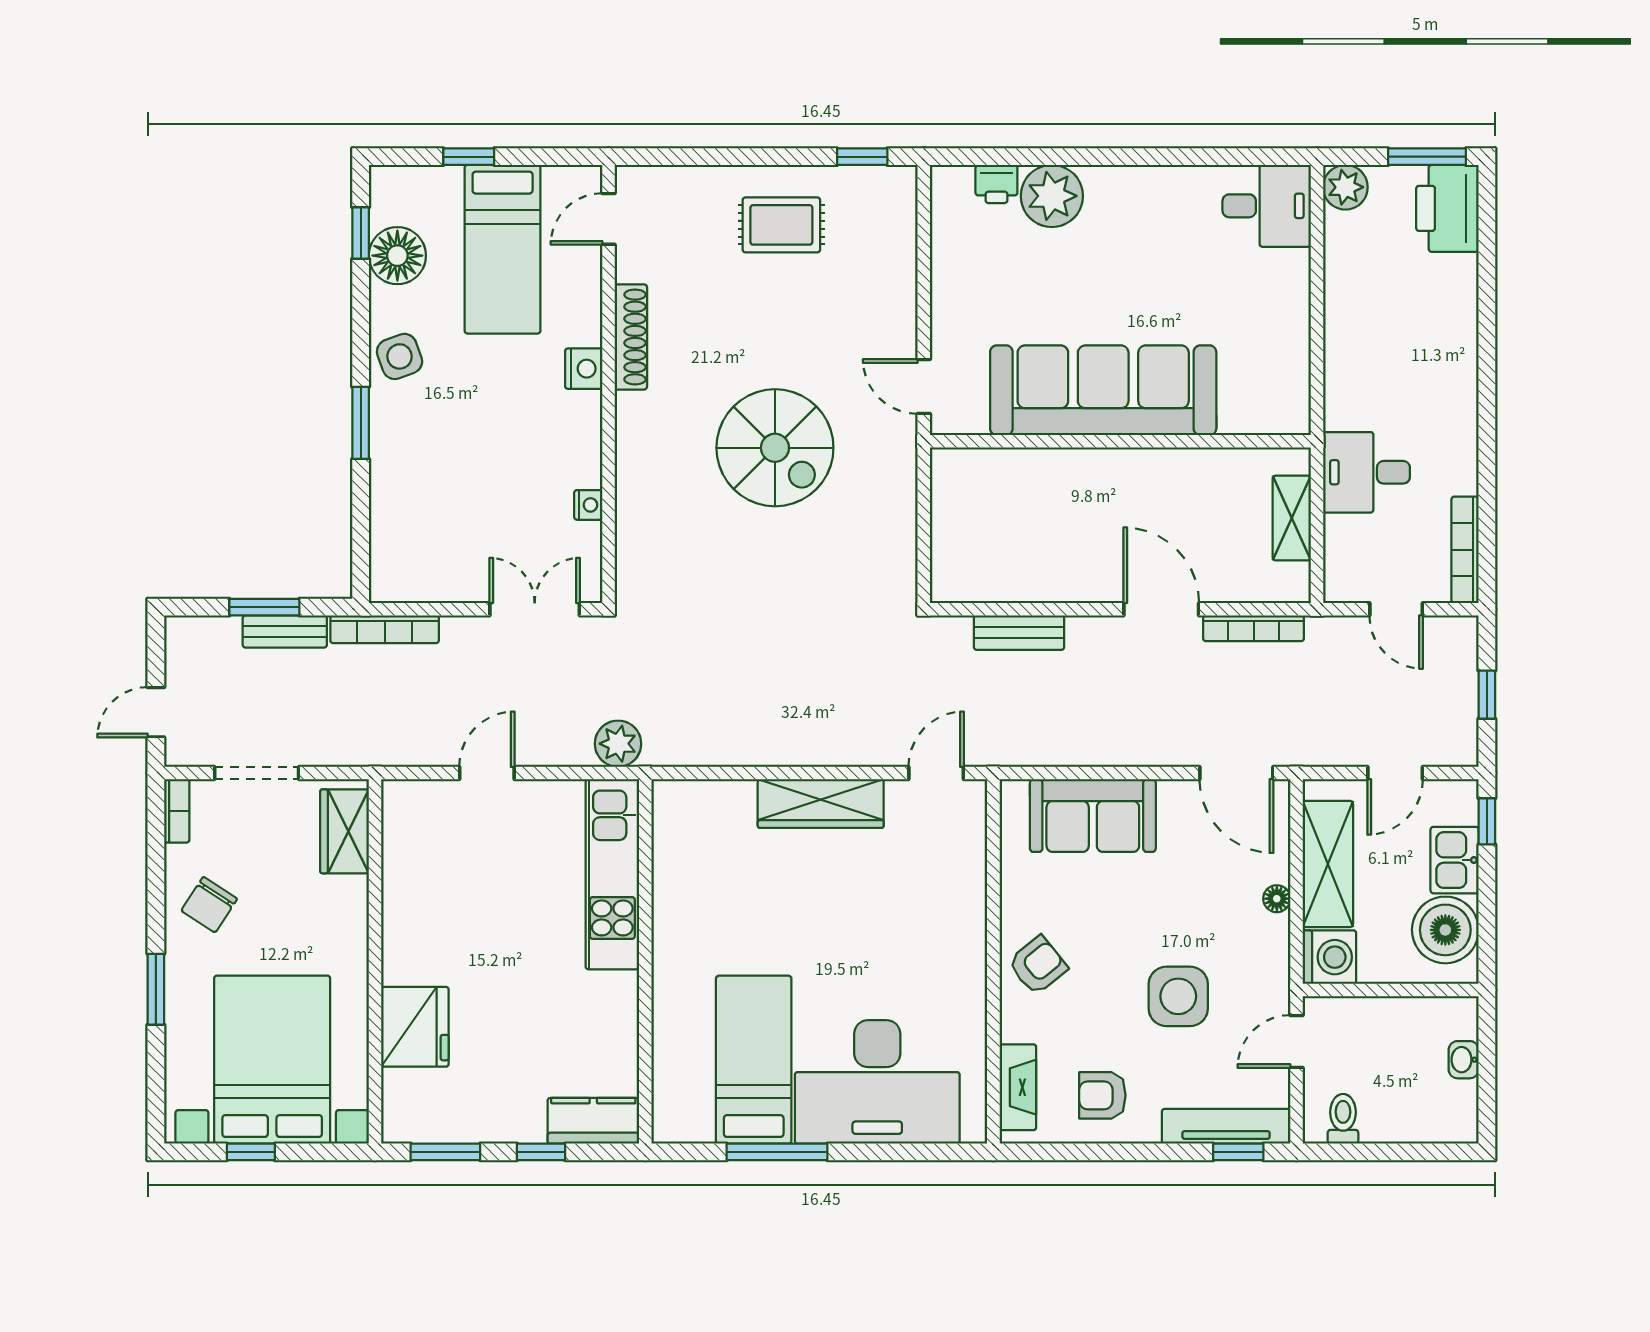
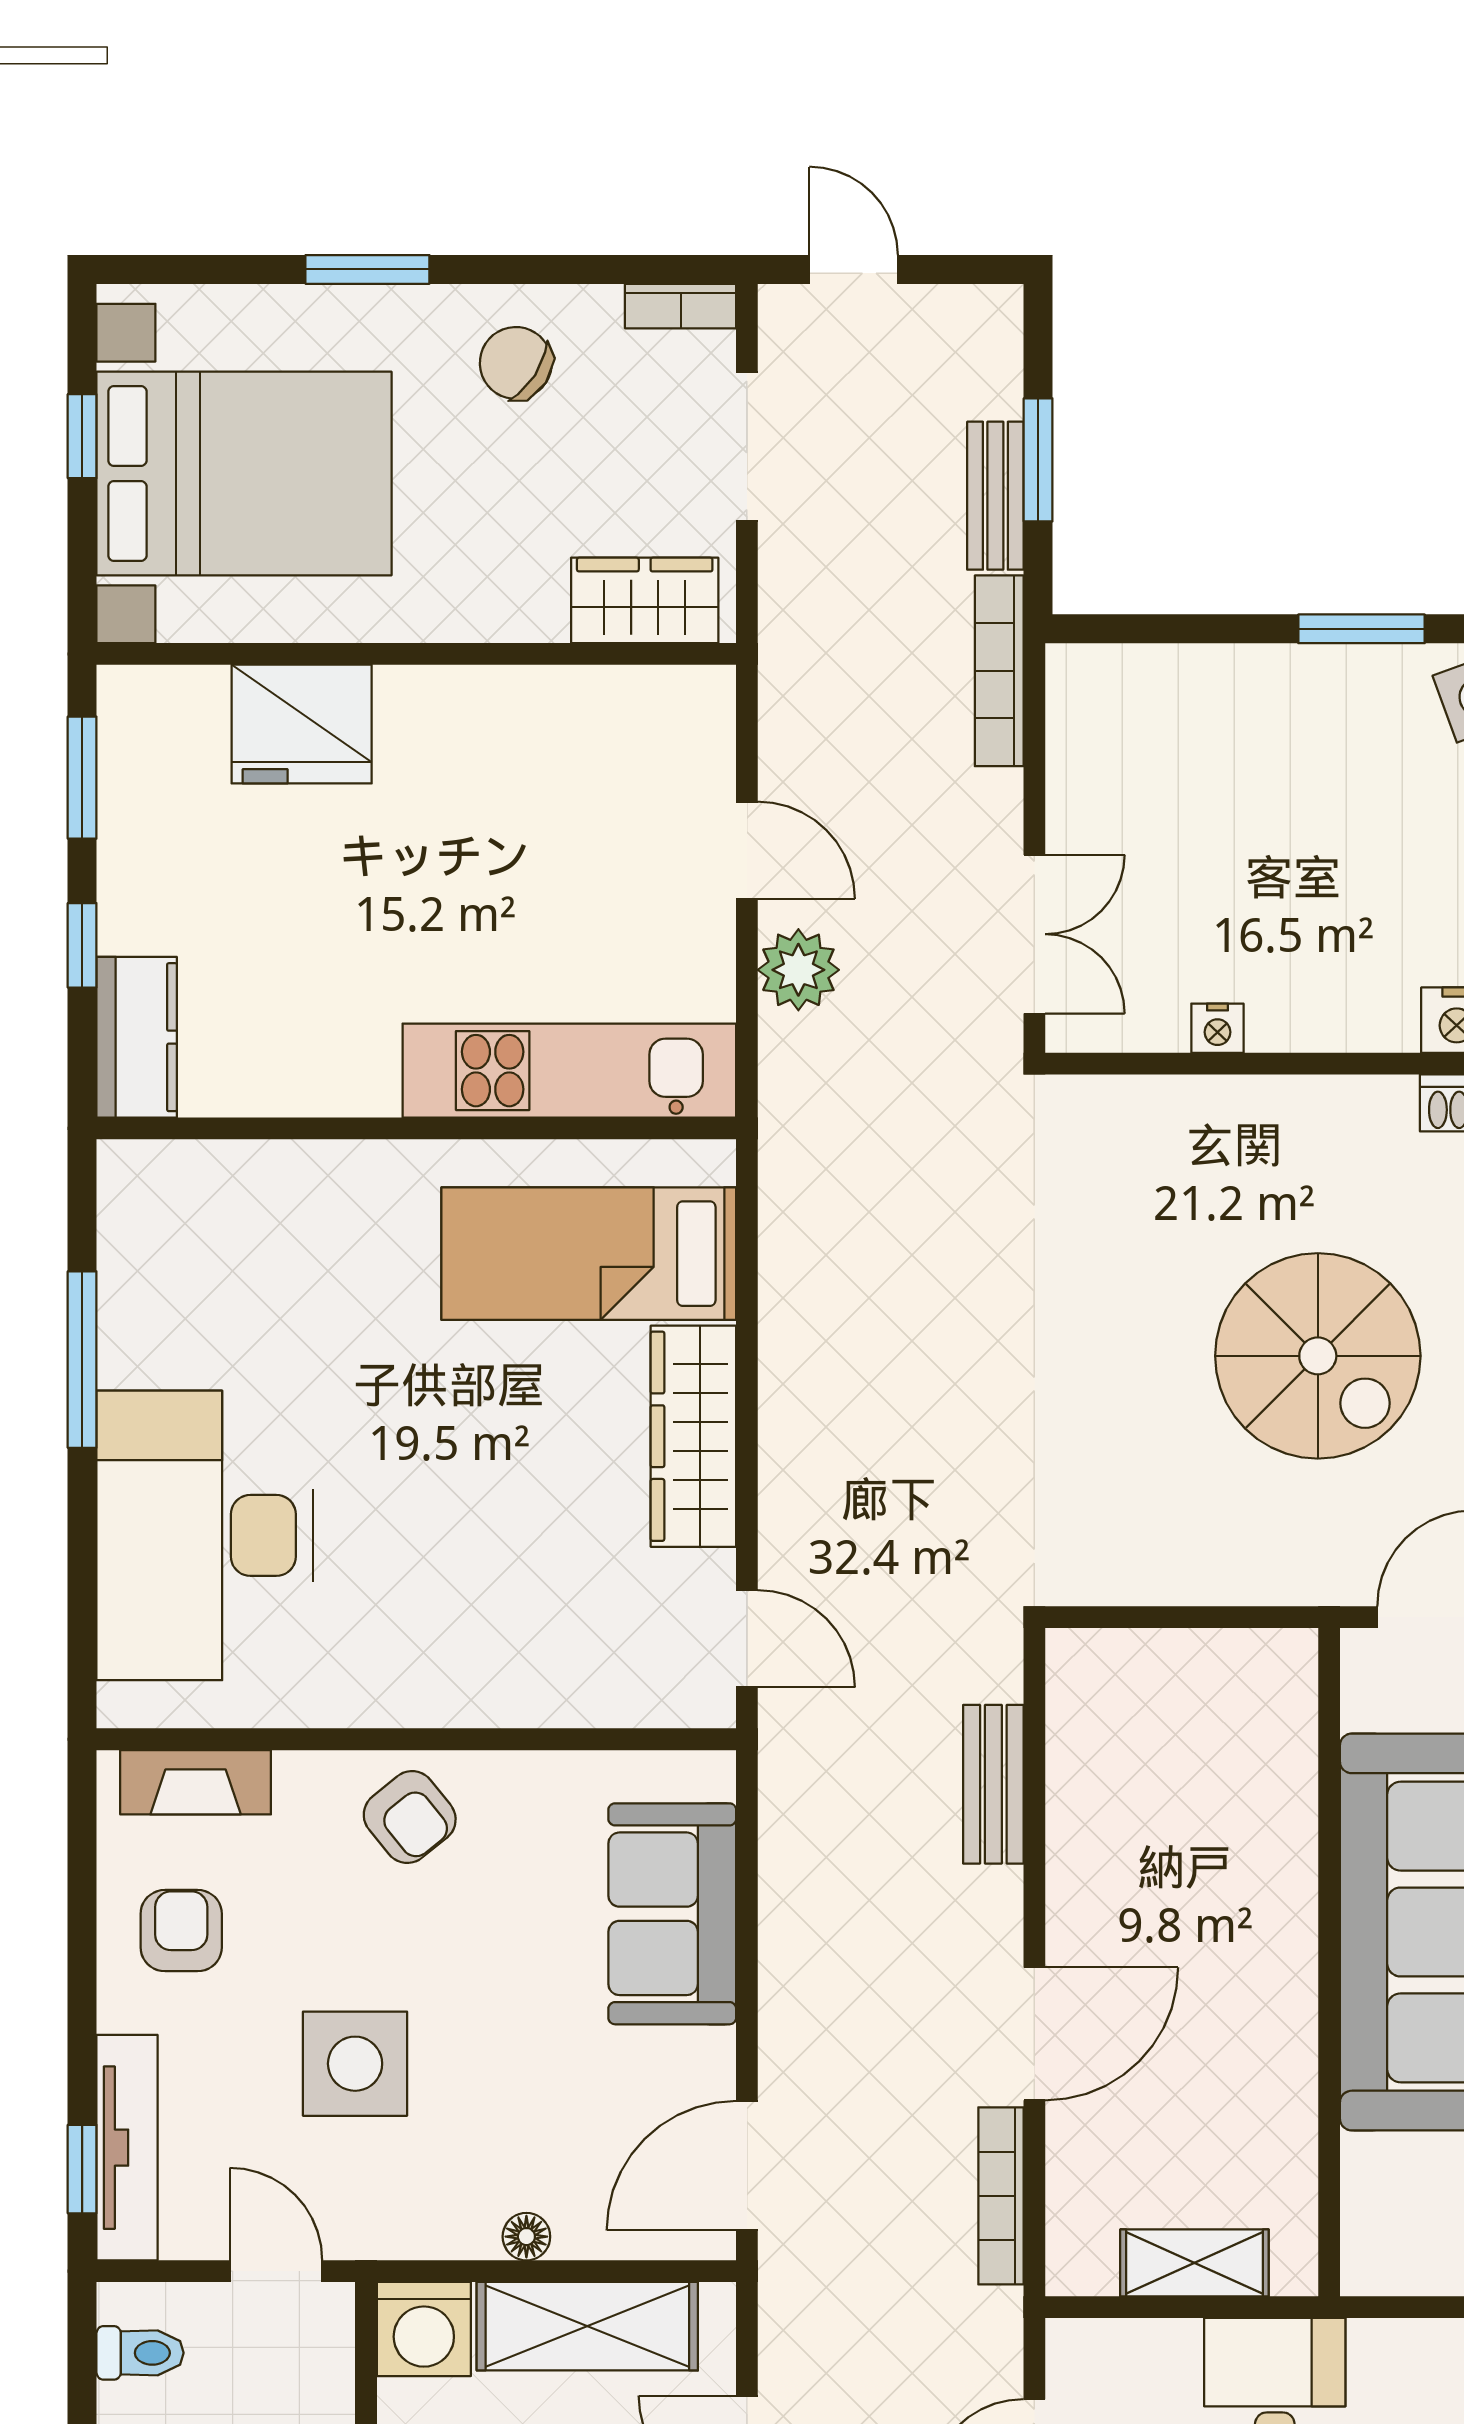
spiral stairs: (775, 448) -> (1318, 1356), turned -90
plant: (618, 744) -> (798, 970), moved
bed: (754, 1060) -> (589, 1254), moved, turned 180

